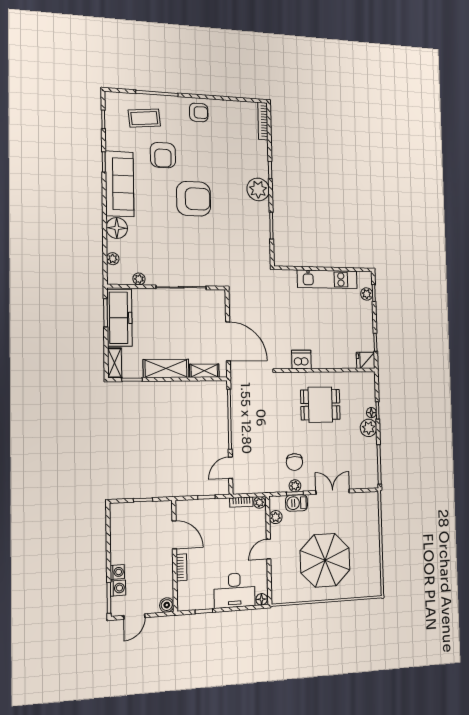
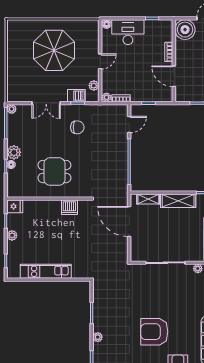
plant: (258, 189) -> (98, 337), width x0.53, depth x0.53
plant: (367, 294) -> (12, 235), moved
chair: (294, 462) -> (77, 127), turned 90
plant: (295, 486) -> (12, 109), moved
boiler: (167, 605) -> (185, 30), width x1.86, depth x1.86

